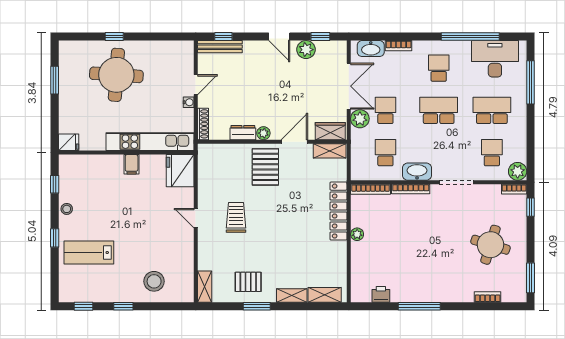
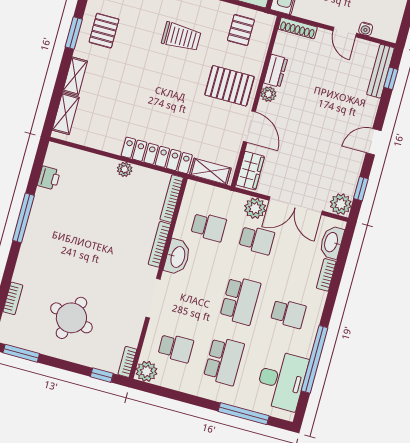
plant: (306, 50) -> (341, 204), moved
water cooler: (189, 102) -> (366, 29), moved
shelving: (330, 151) -> (210, 171), moved, turned 90
pallet: (217, 170) -> (241, 30), added

